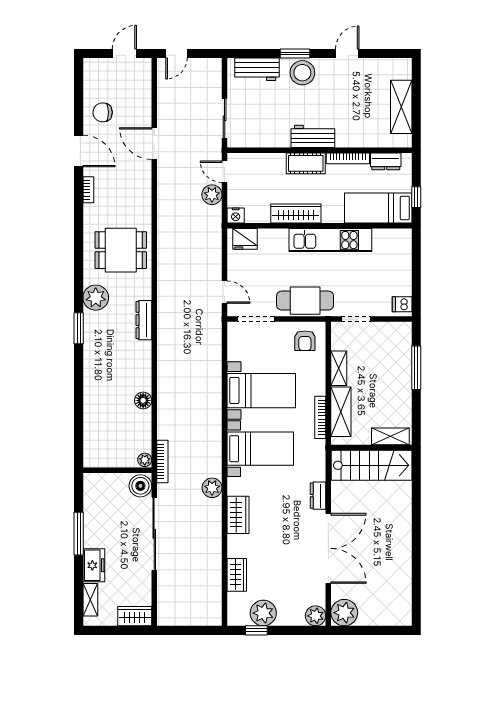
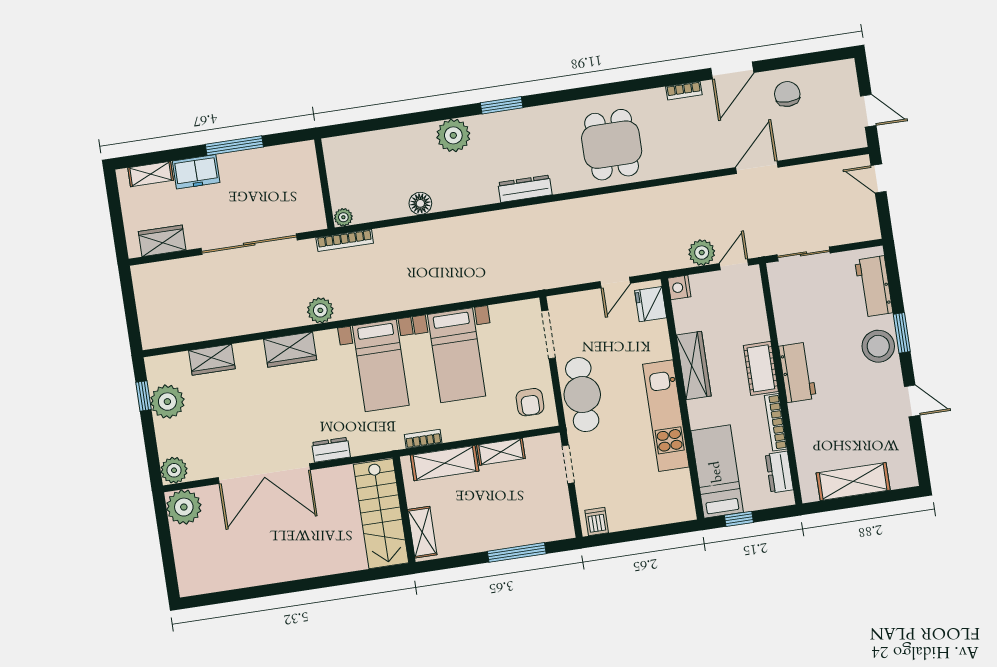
door: (225, 292) -> (615, 282), moved
plant: (96, 298) -> (453, 135), moved
armchair: (305, 341) -> (530, 402), turned -90
bookcase: (320, 417) -> (423, 439), width x0.64
boiler: (140, 486) -> (309, 217), removed
wardrobe: (135, 616) -> (162, 241), moved, turned -90

